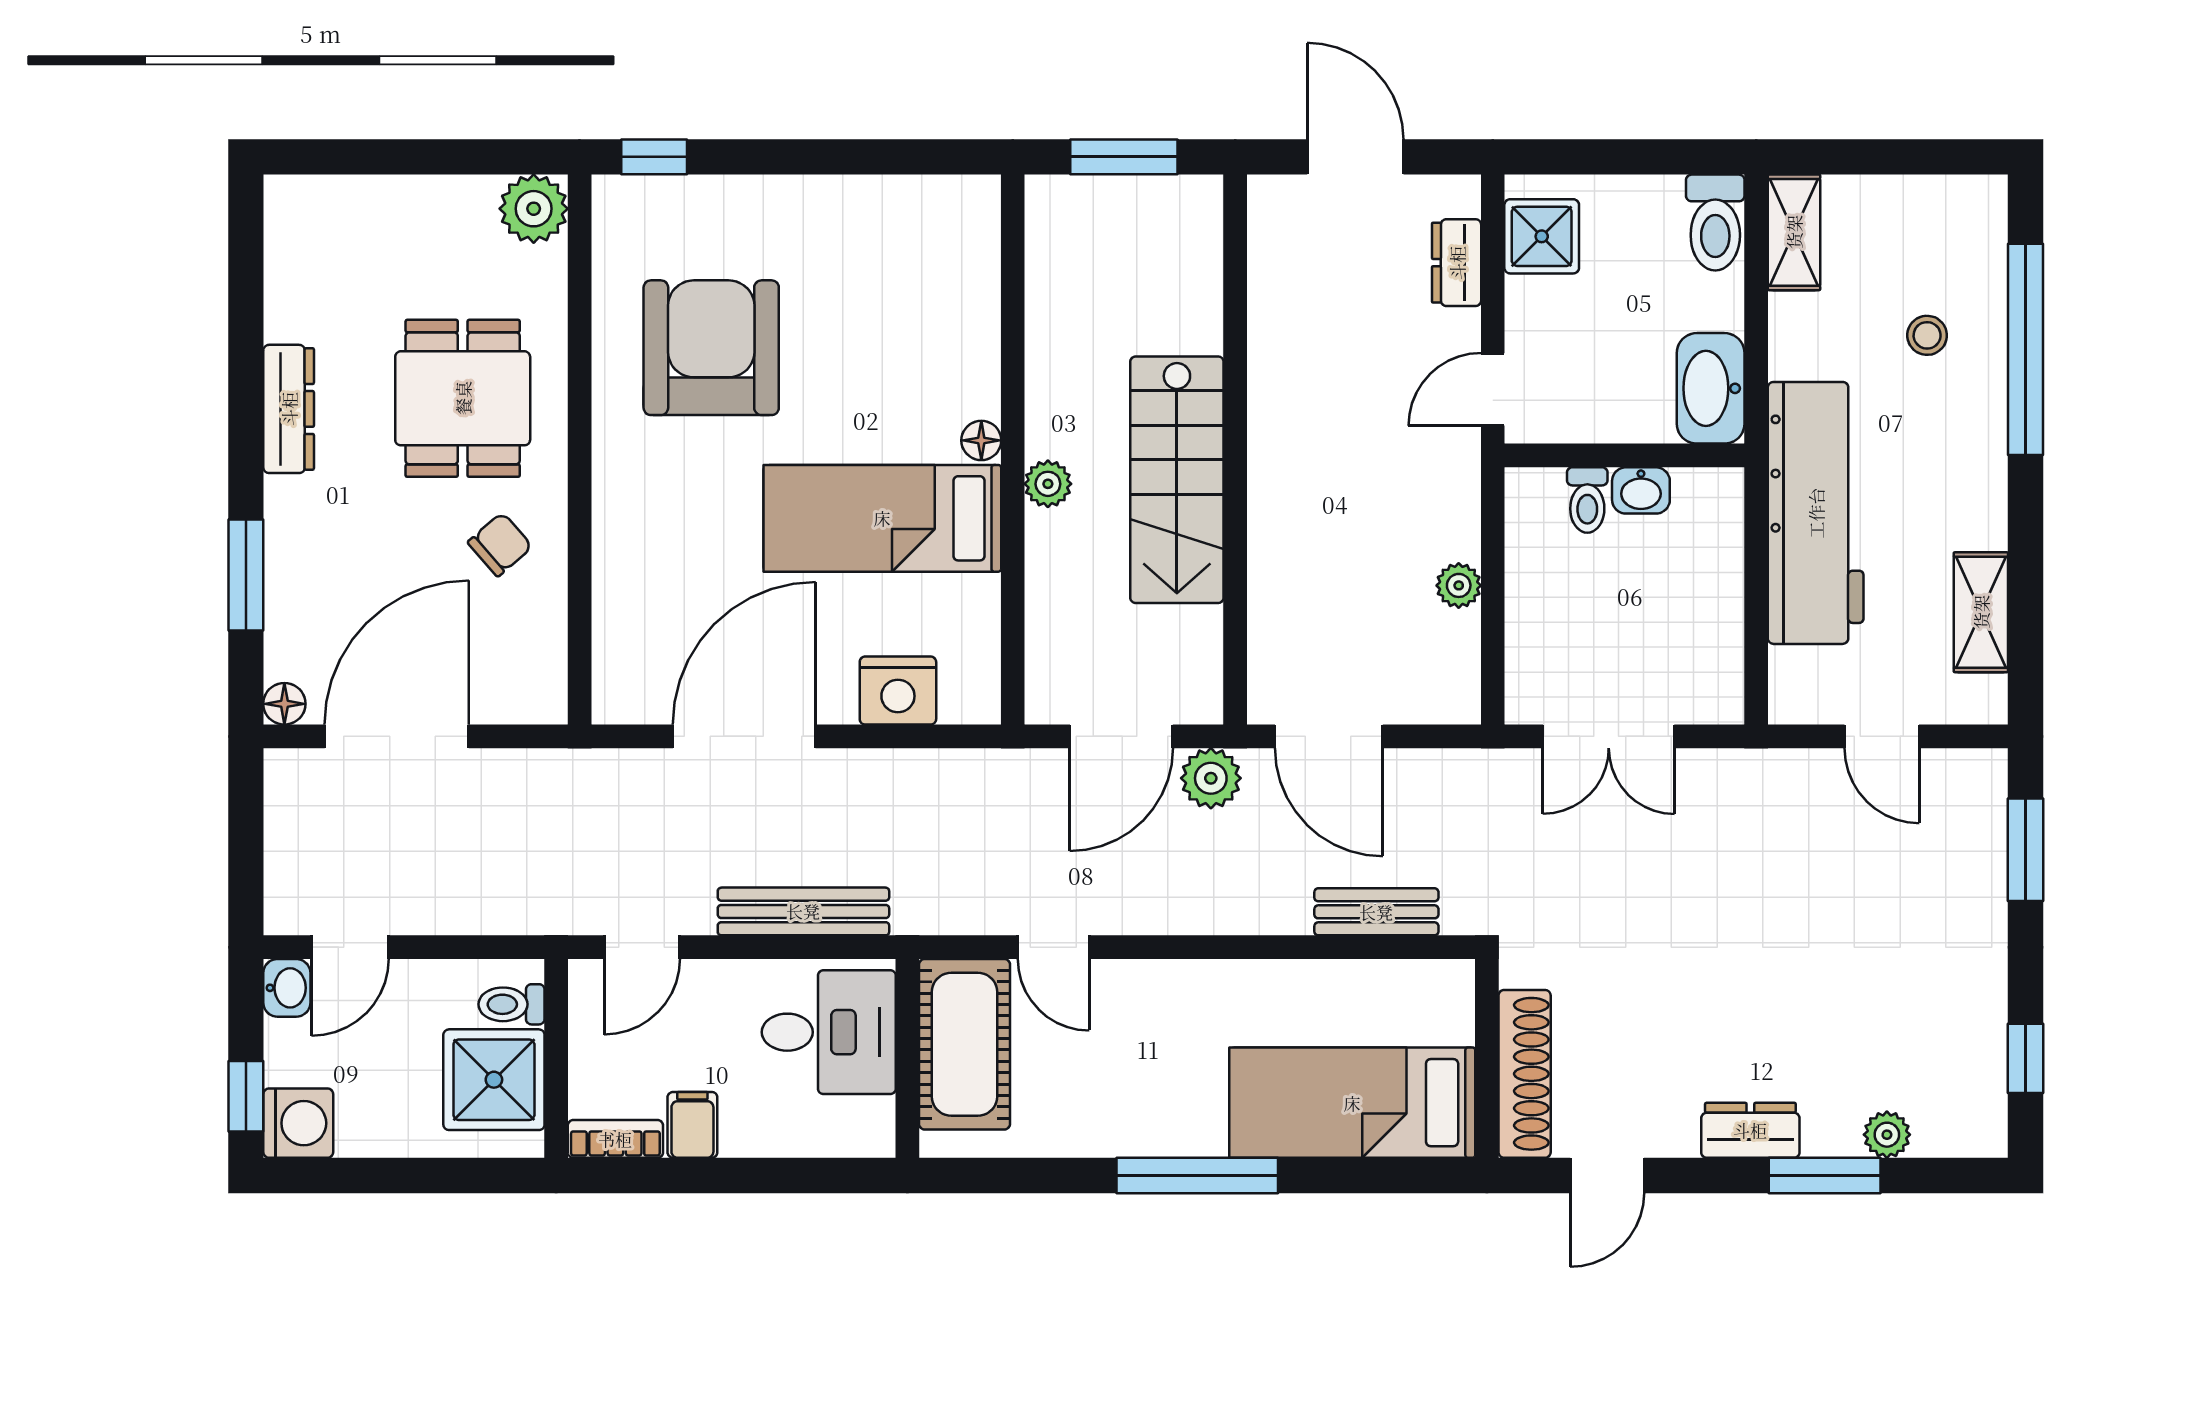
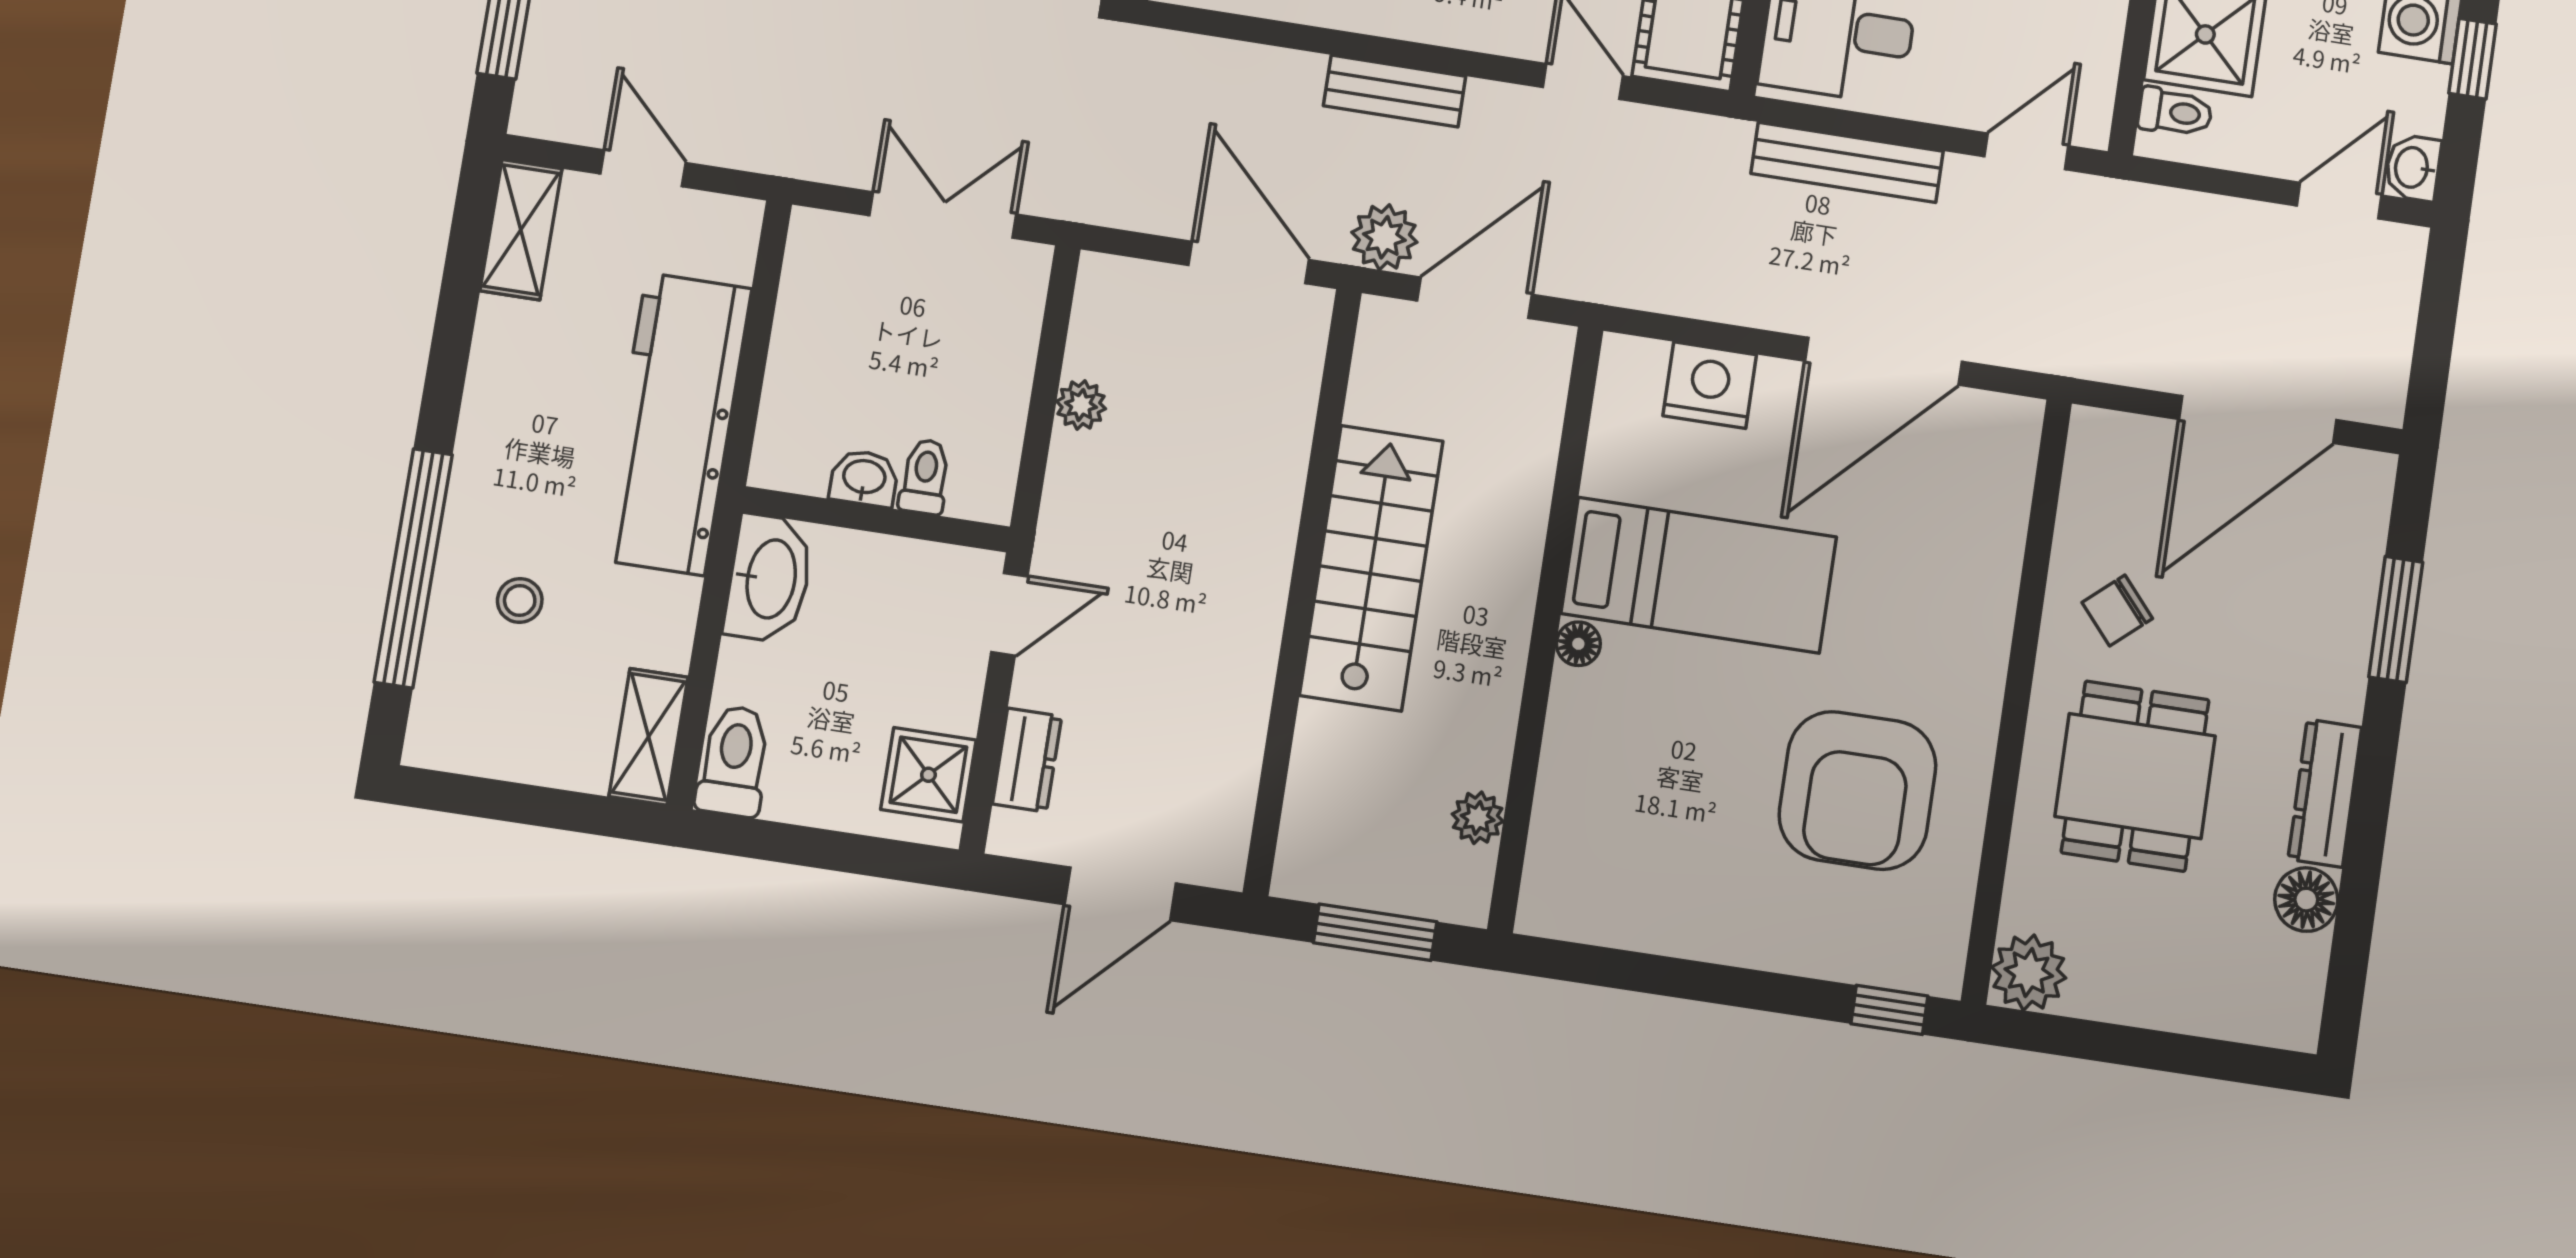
door: (1355, 157) -> (1120, 894), hinge flipped
plant: (1048, 484) -> (1478, 818), moved
shelving: (1981, 612) -> (521, 230), moved
floor lamp: (284, 704) -> (2306, 900), moved, width x1.37, depth x1.37
bench: (1376, 912) -> (1395, 91), moved

